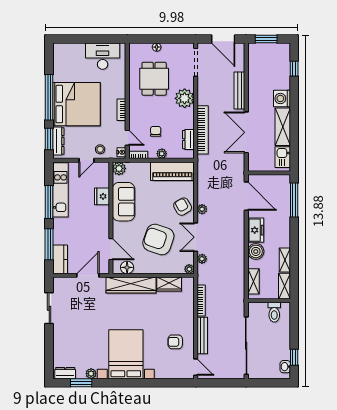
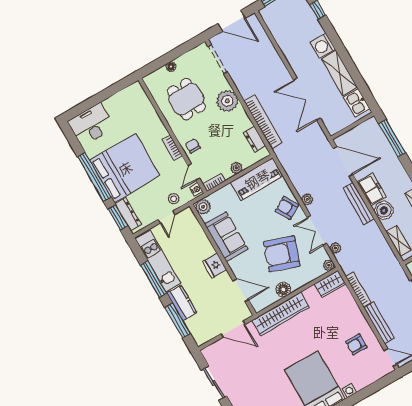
desk: (103, 56) -> (91, 125), moved
bench: (239, 91) -> (358, 203), moved
chair: (156, 131) -> (193, 146), moved
door: (127, 138) -> (194, 172), swing flipped
fridge: (102, 196) -> (215, 265), moved
kitchen counter: (60, 259) -> (182, 303), moved
floor lamp: (127, 267) -> (283, 289), moved
door: (88, 275) -> (233, 329), swing flipped
wardrobe: (169, 284) -> (330, 284), moved

